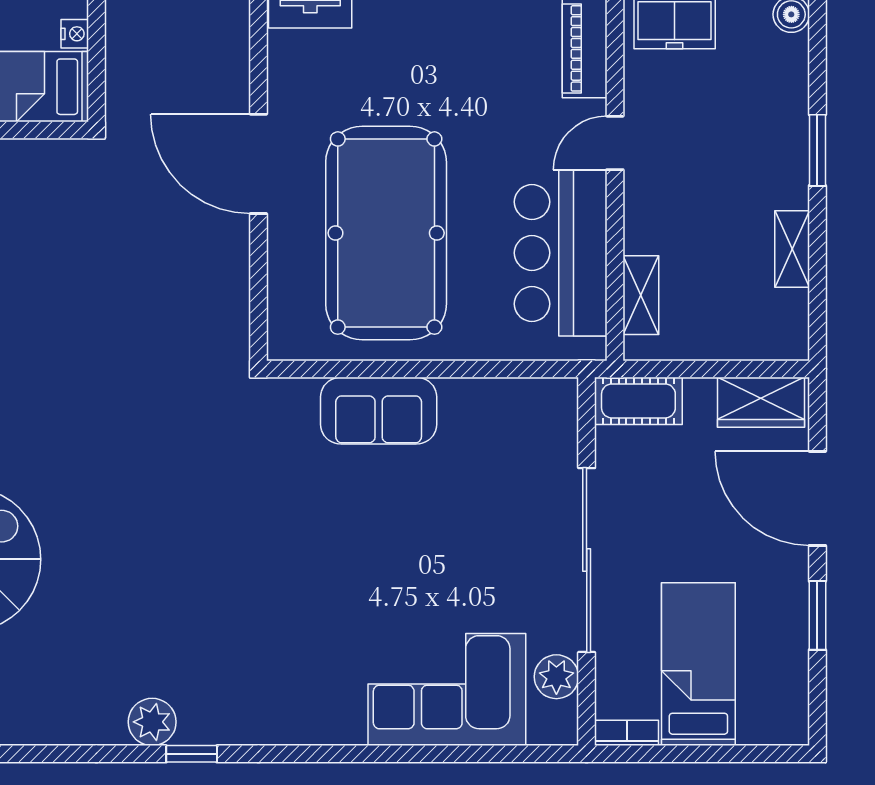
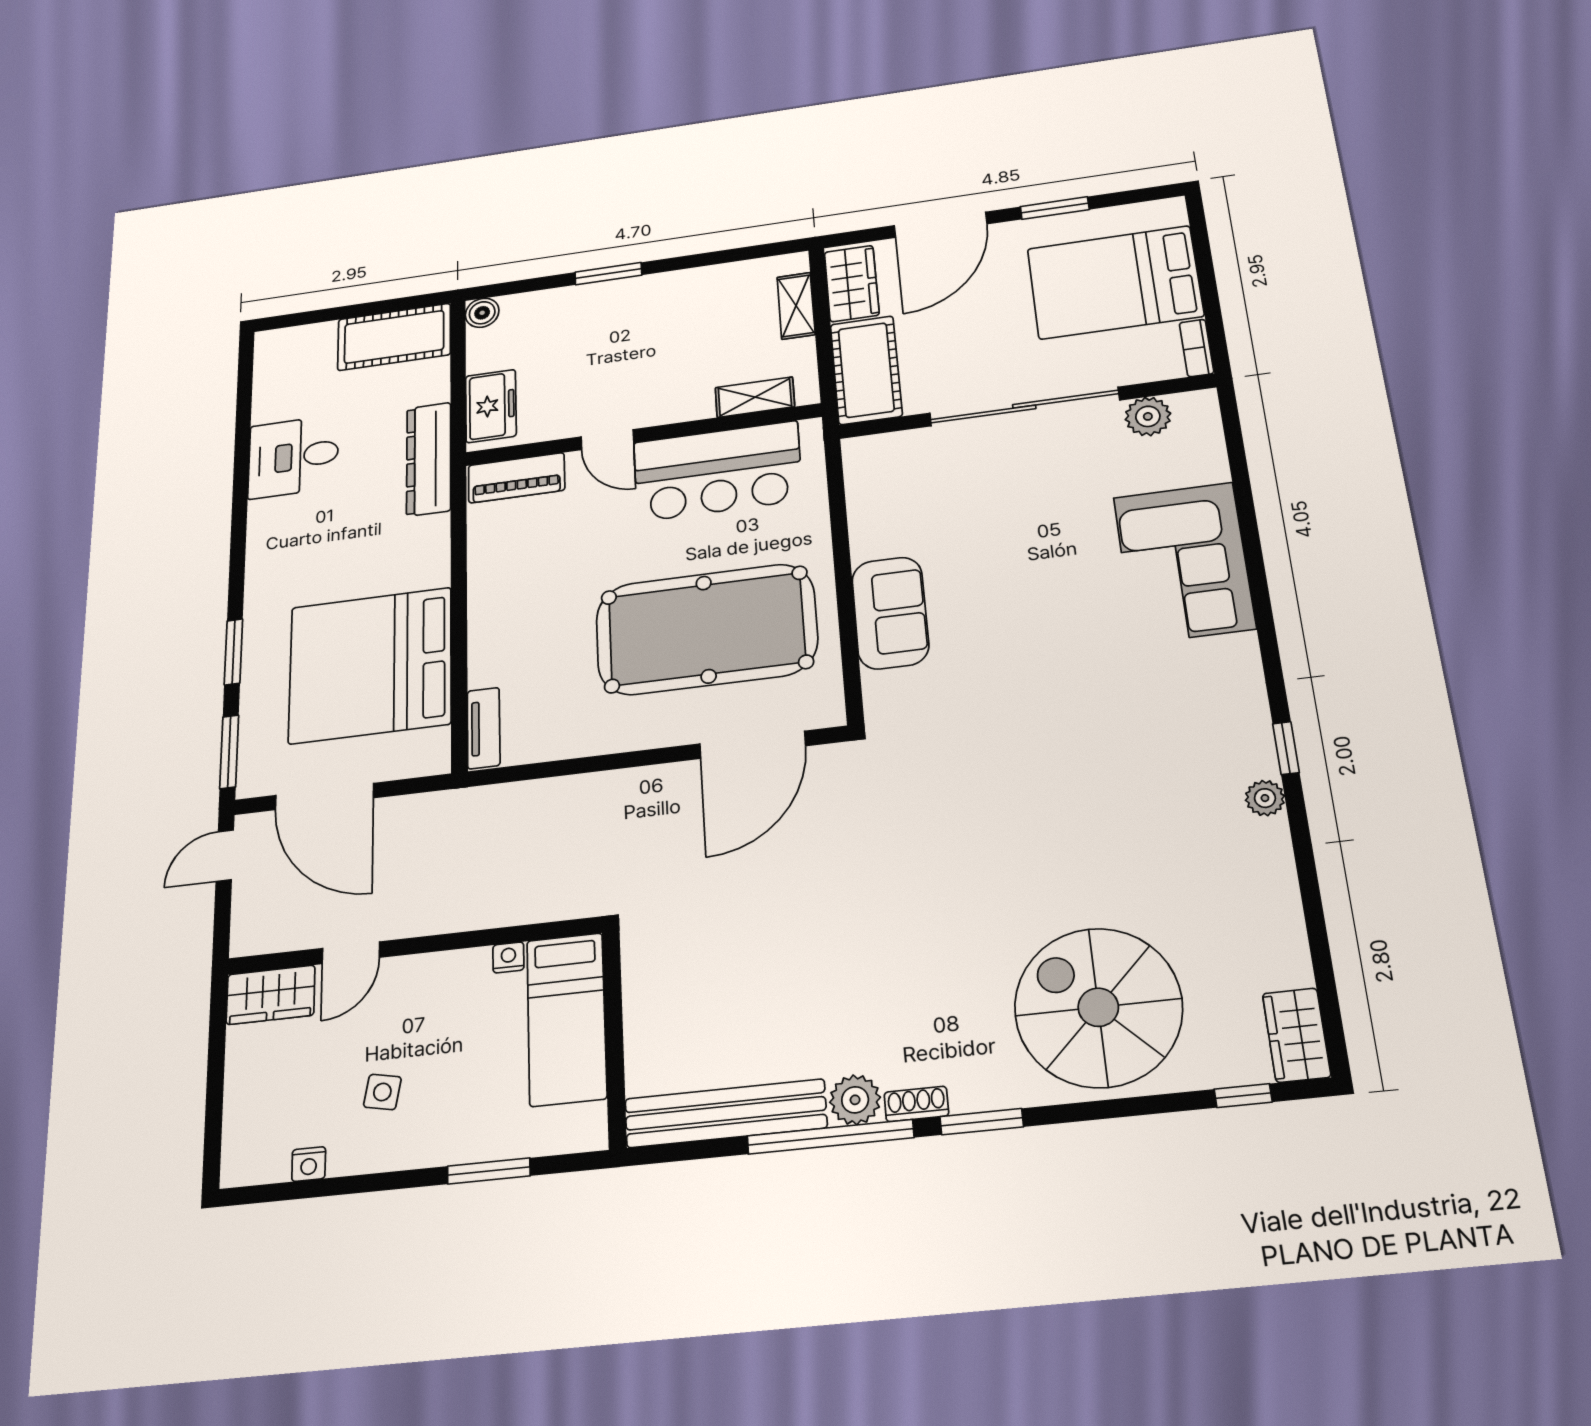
door: (258, 164) -> (753, 745), moved
shelving: (792, 249) -> (796, 306), moved, turned 90
cot: (638, 401) -> (866, 370), width x1.37, depth x1.34
bed: (698, 664) -> (1115, 282), width x1.50
corner sofa: (447, 690) -> (1184, 562), moved
plant: (152, 722) -> (1265, 798), width x0.73, depth x0.73

